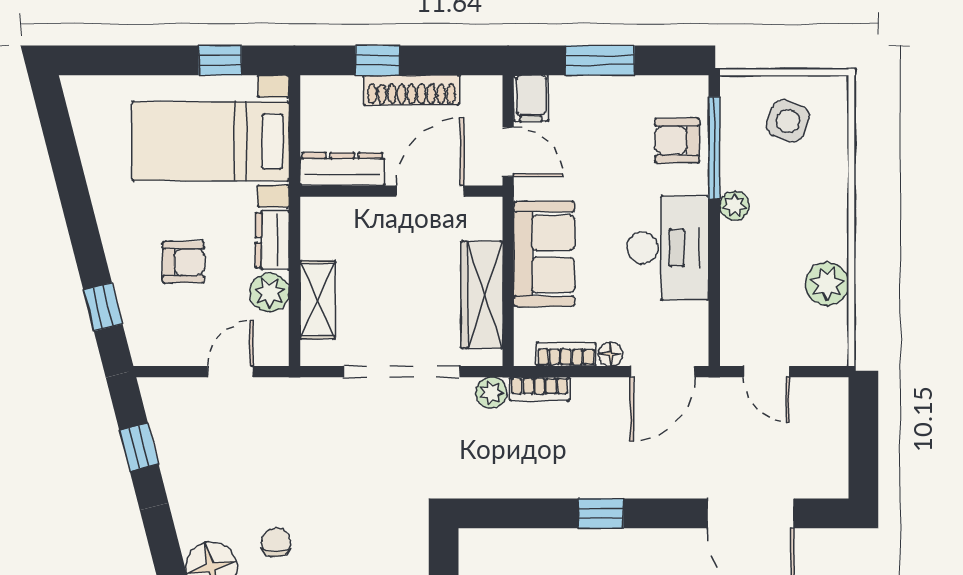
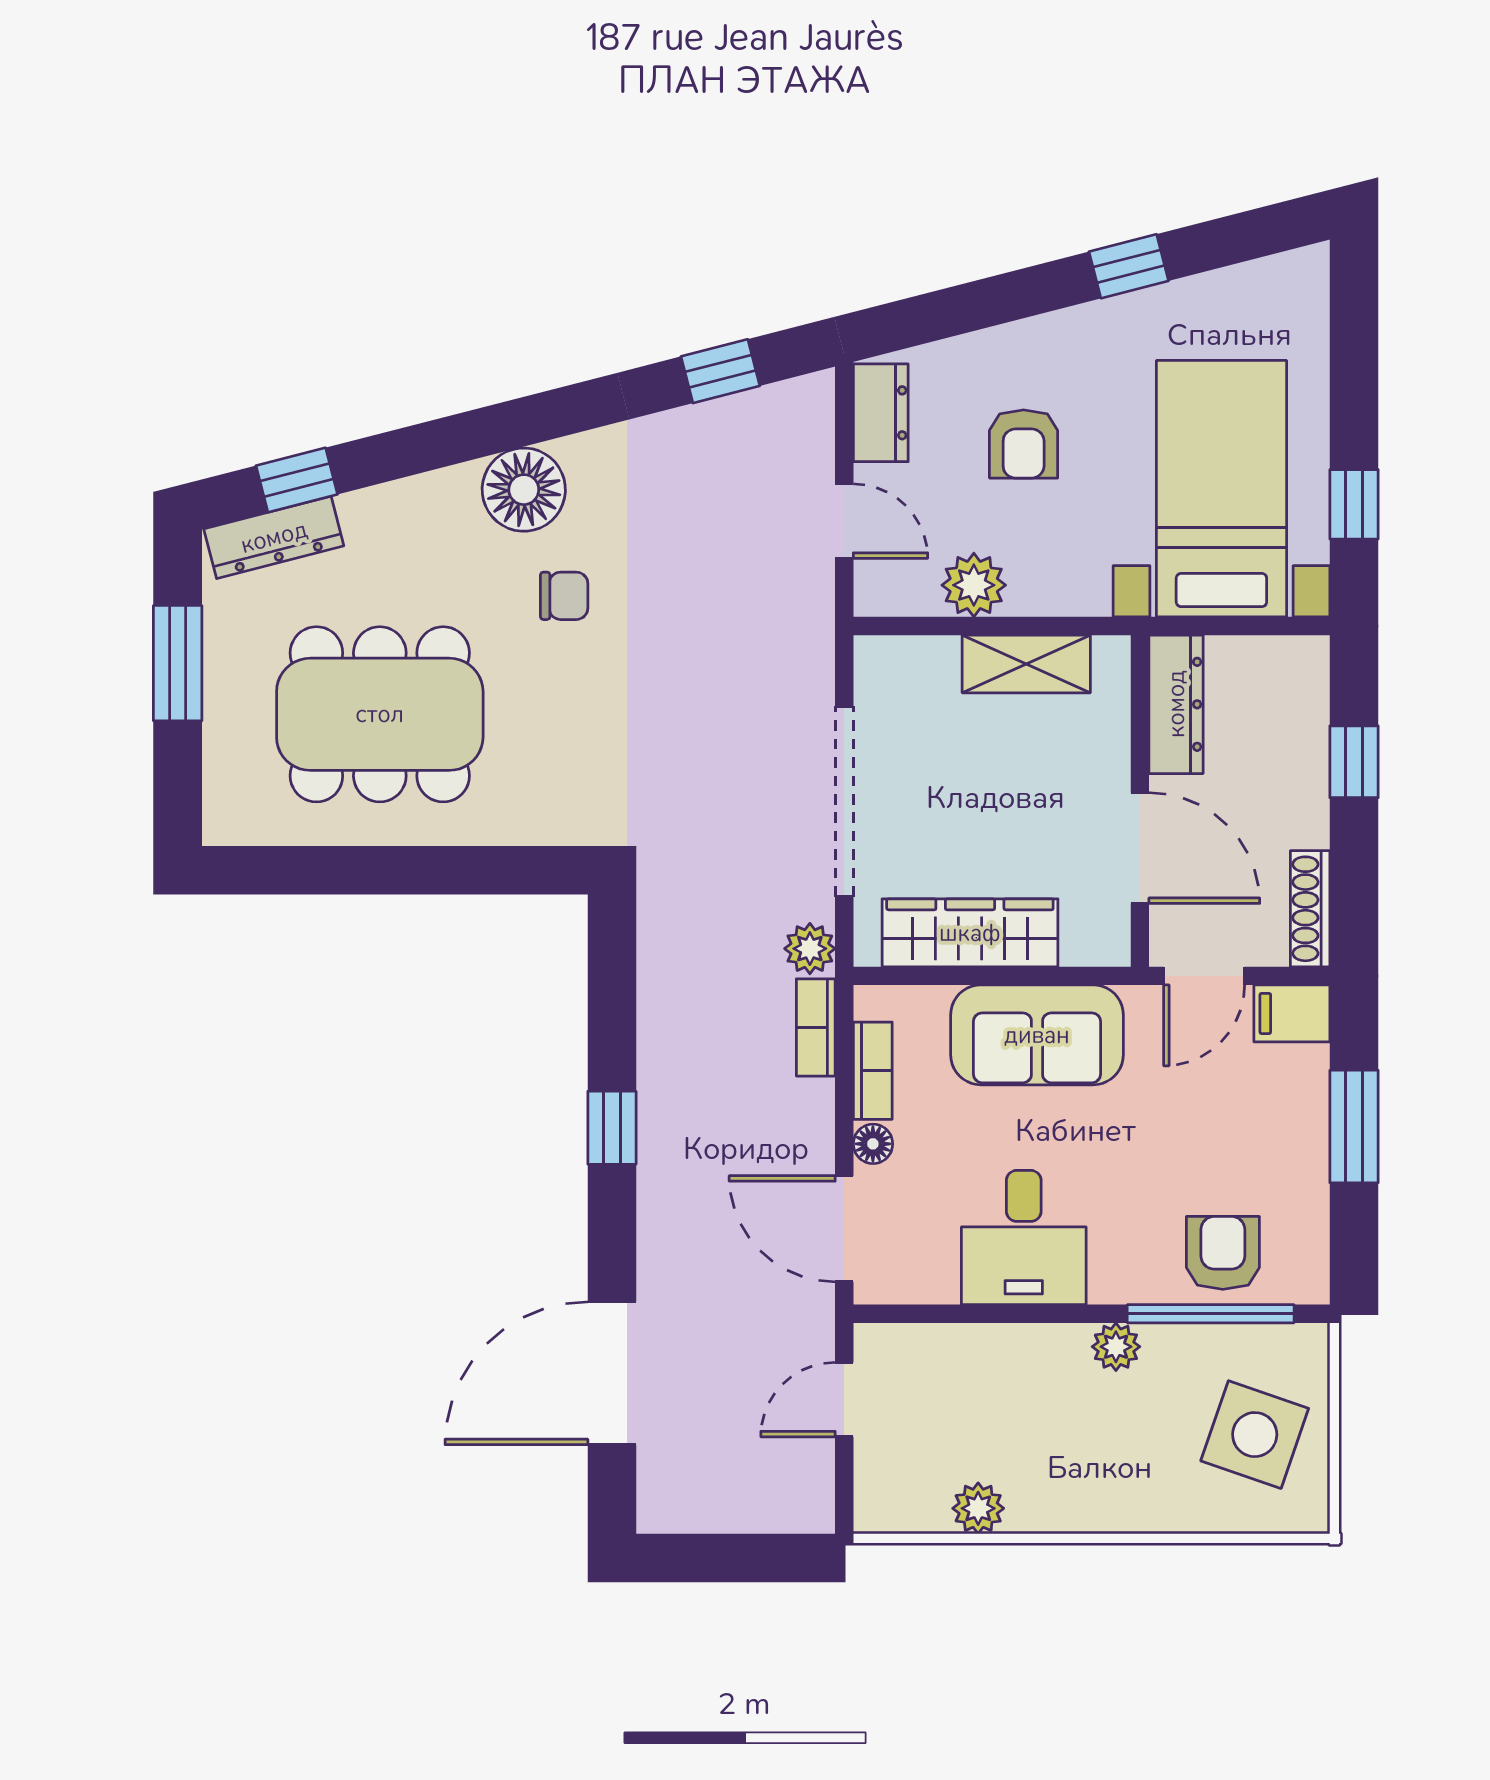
shoe rack: (411, 90) -> (1310, 909), moved, width x0.74, depth x0.81
side table: (788, 121) -> (1255, 1435), width x1.37, depth x1.37
dresser: (272, 240) -> (881, 413), moved, turned 90
desk: (668, 248) -> (1024, 1238), width x0.73
plant: (827, 284) -> (978, 1508), width x0.73, depth x0.73
shelving: (318, 300) -> (1026, 664), moved
window: (103, 307) -> (1129, 266), moved

